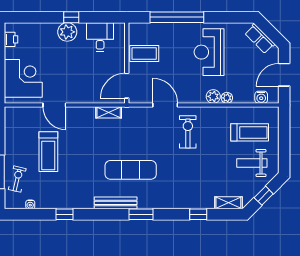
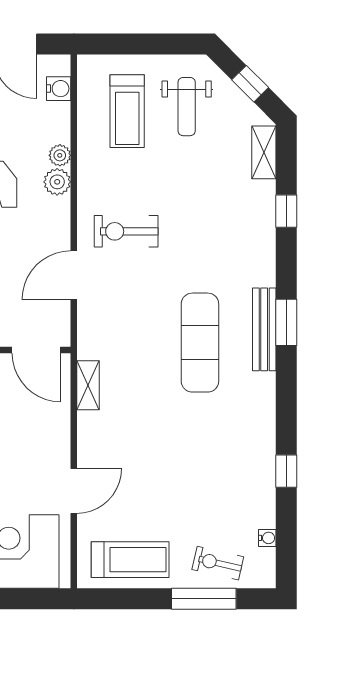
treadmill: (250, 132) -> (127, 111), turned 180
treadmill: (48, 152) -> (130, 560), moved
bench: (116, 203) -> (264, 329), moved

